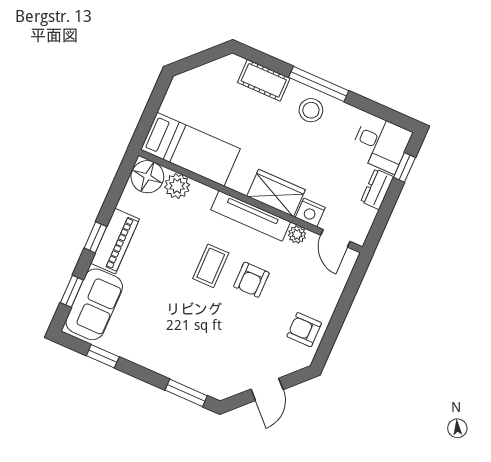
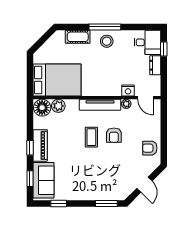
bed: (190, 149) -> (57, 80), width x1.50
wardrobe: (276, 193) -> (107, 88), removed

